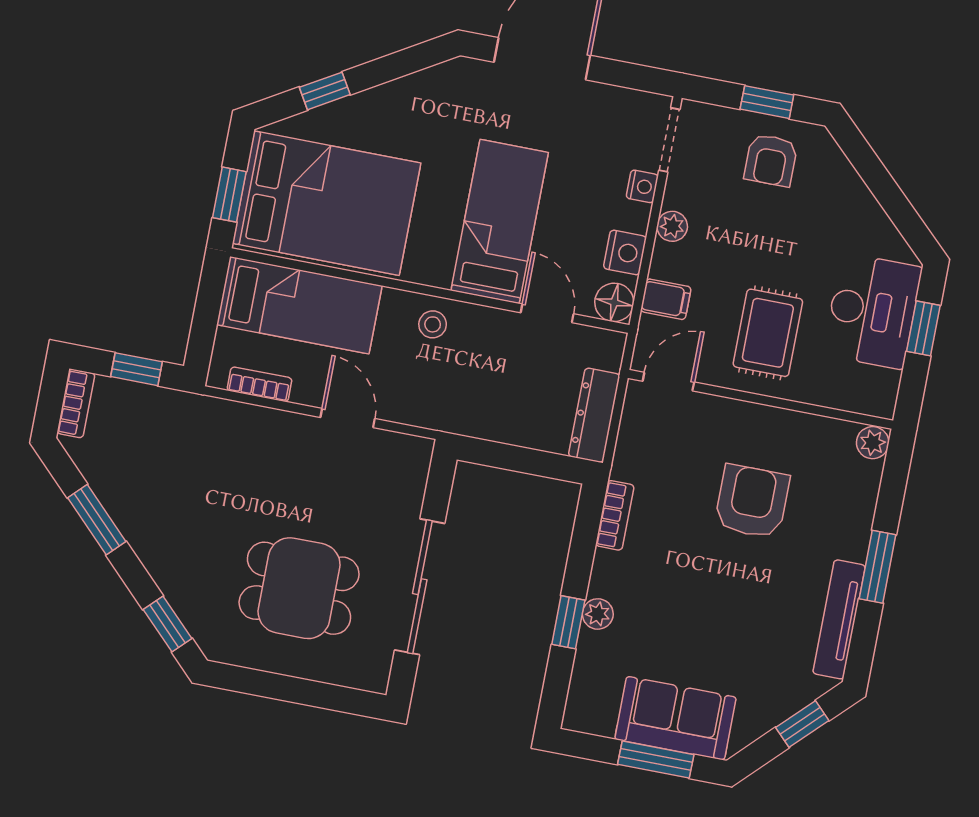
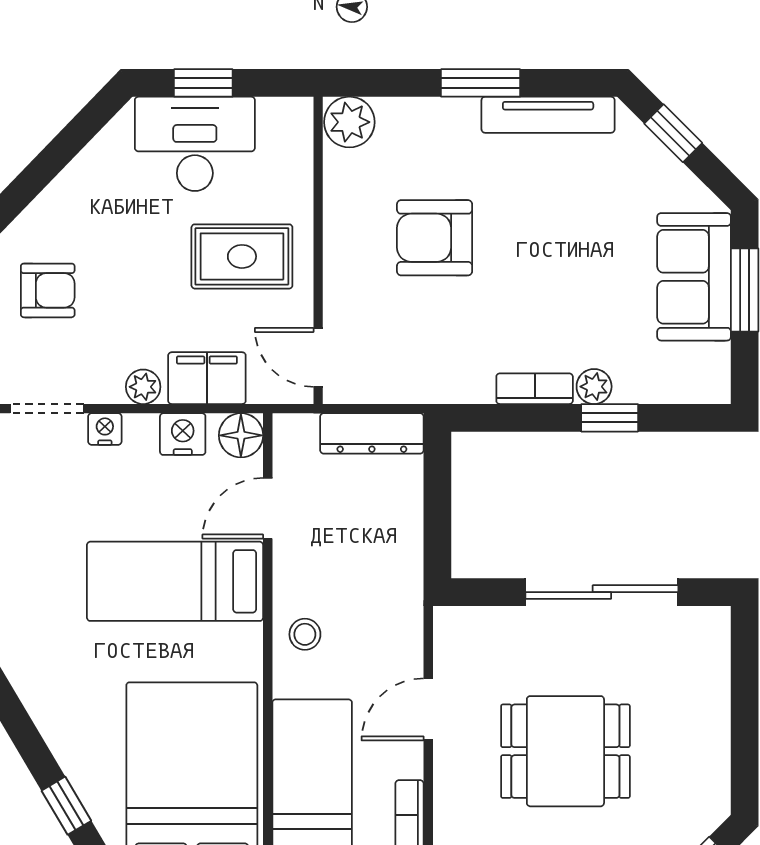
filing cabinet: (666, 299) -> (207, 378), width x2.00
plant: (873, 443) -> (349, 122), width x1.38, depth x1.38
bookcase: (615, 515) -> (535, 389), moved
dining table: (299, 588) -> (565, 751), moved, turned 90

